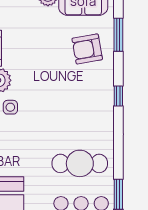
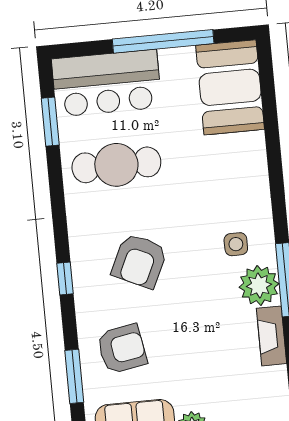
armchair: (71, 103) -> (139, 261), added

